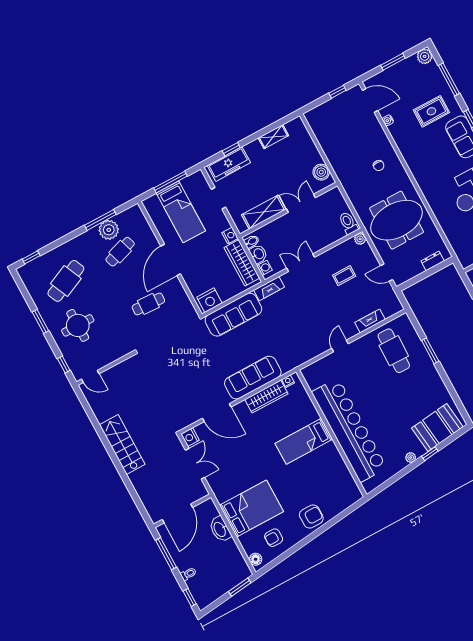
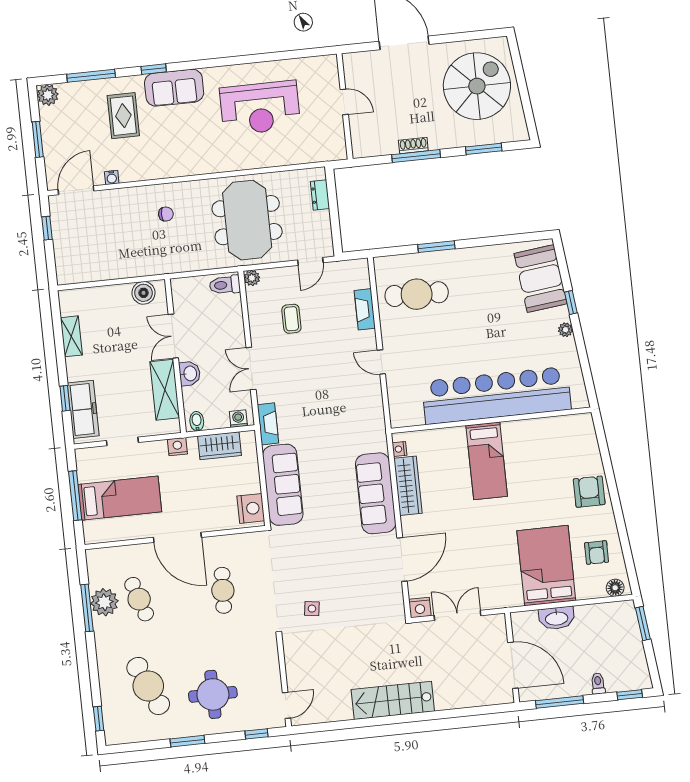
washbasin: (258, 254) -> (190, 374), moved, turned 90
wardrobe: (242, 263) -> (219, 446), width x0.67
side table: (160, 367) -> (312, 609), added

